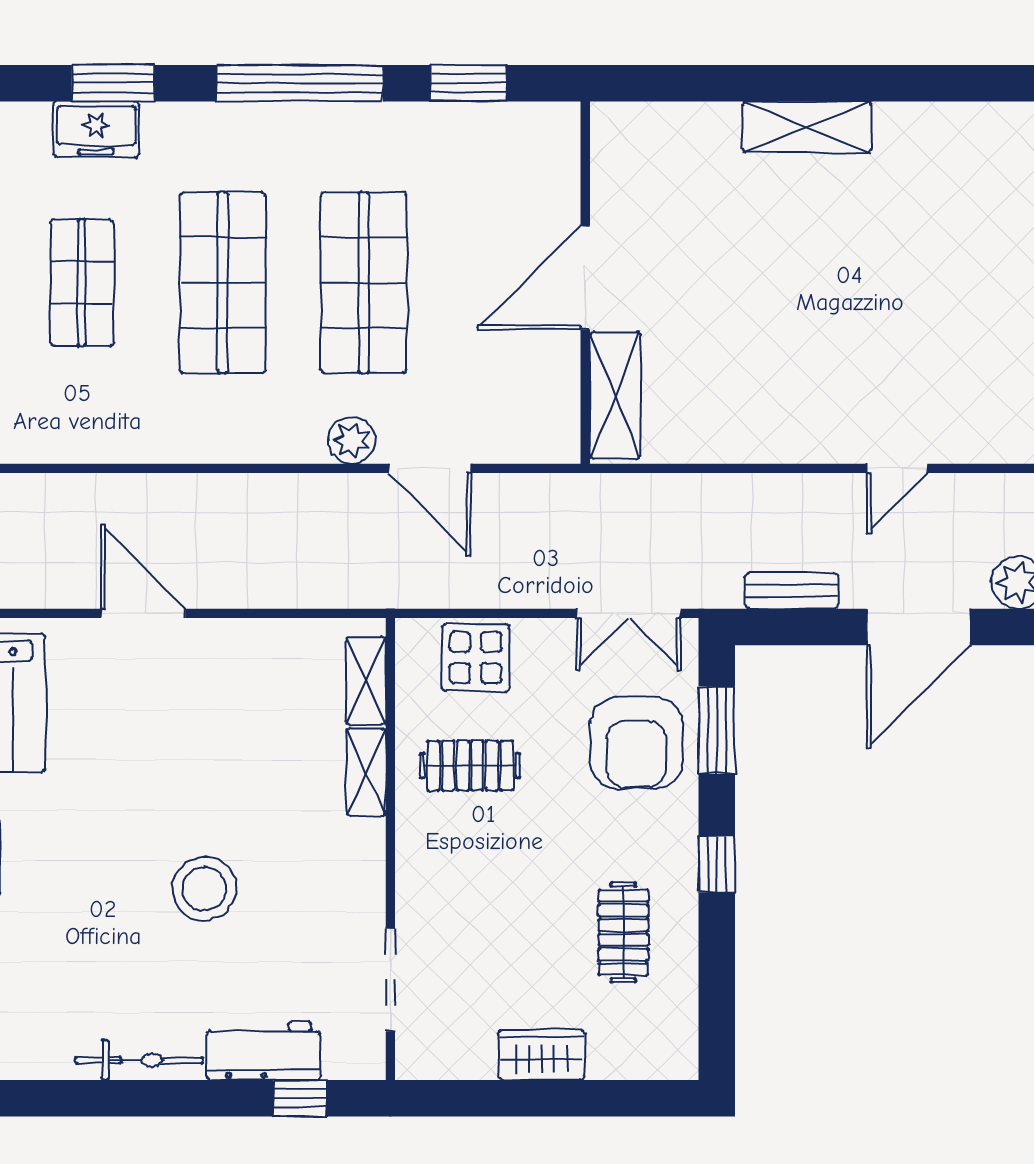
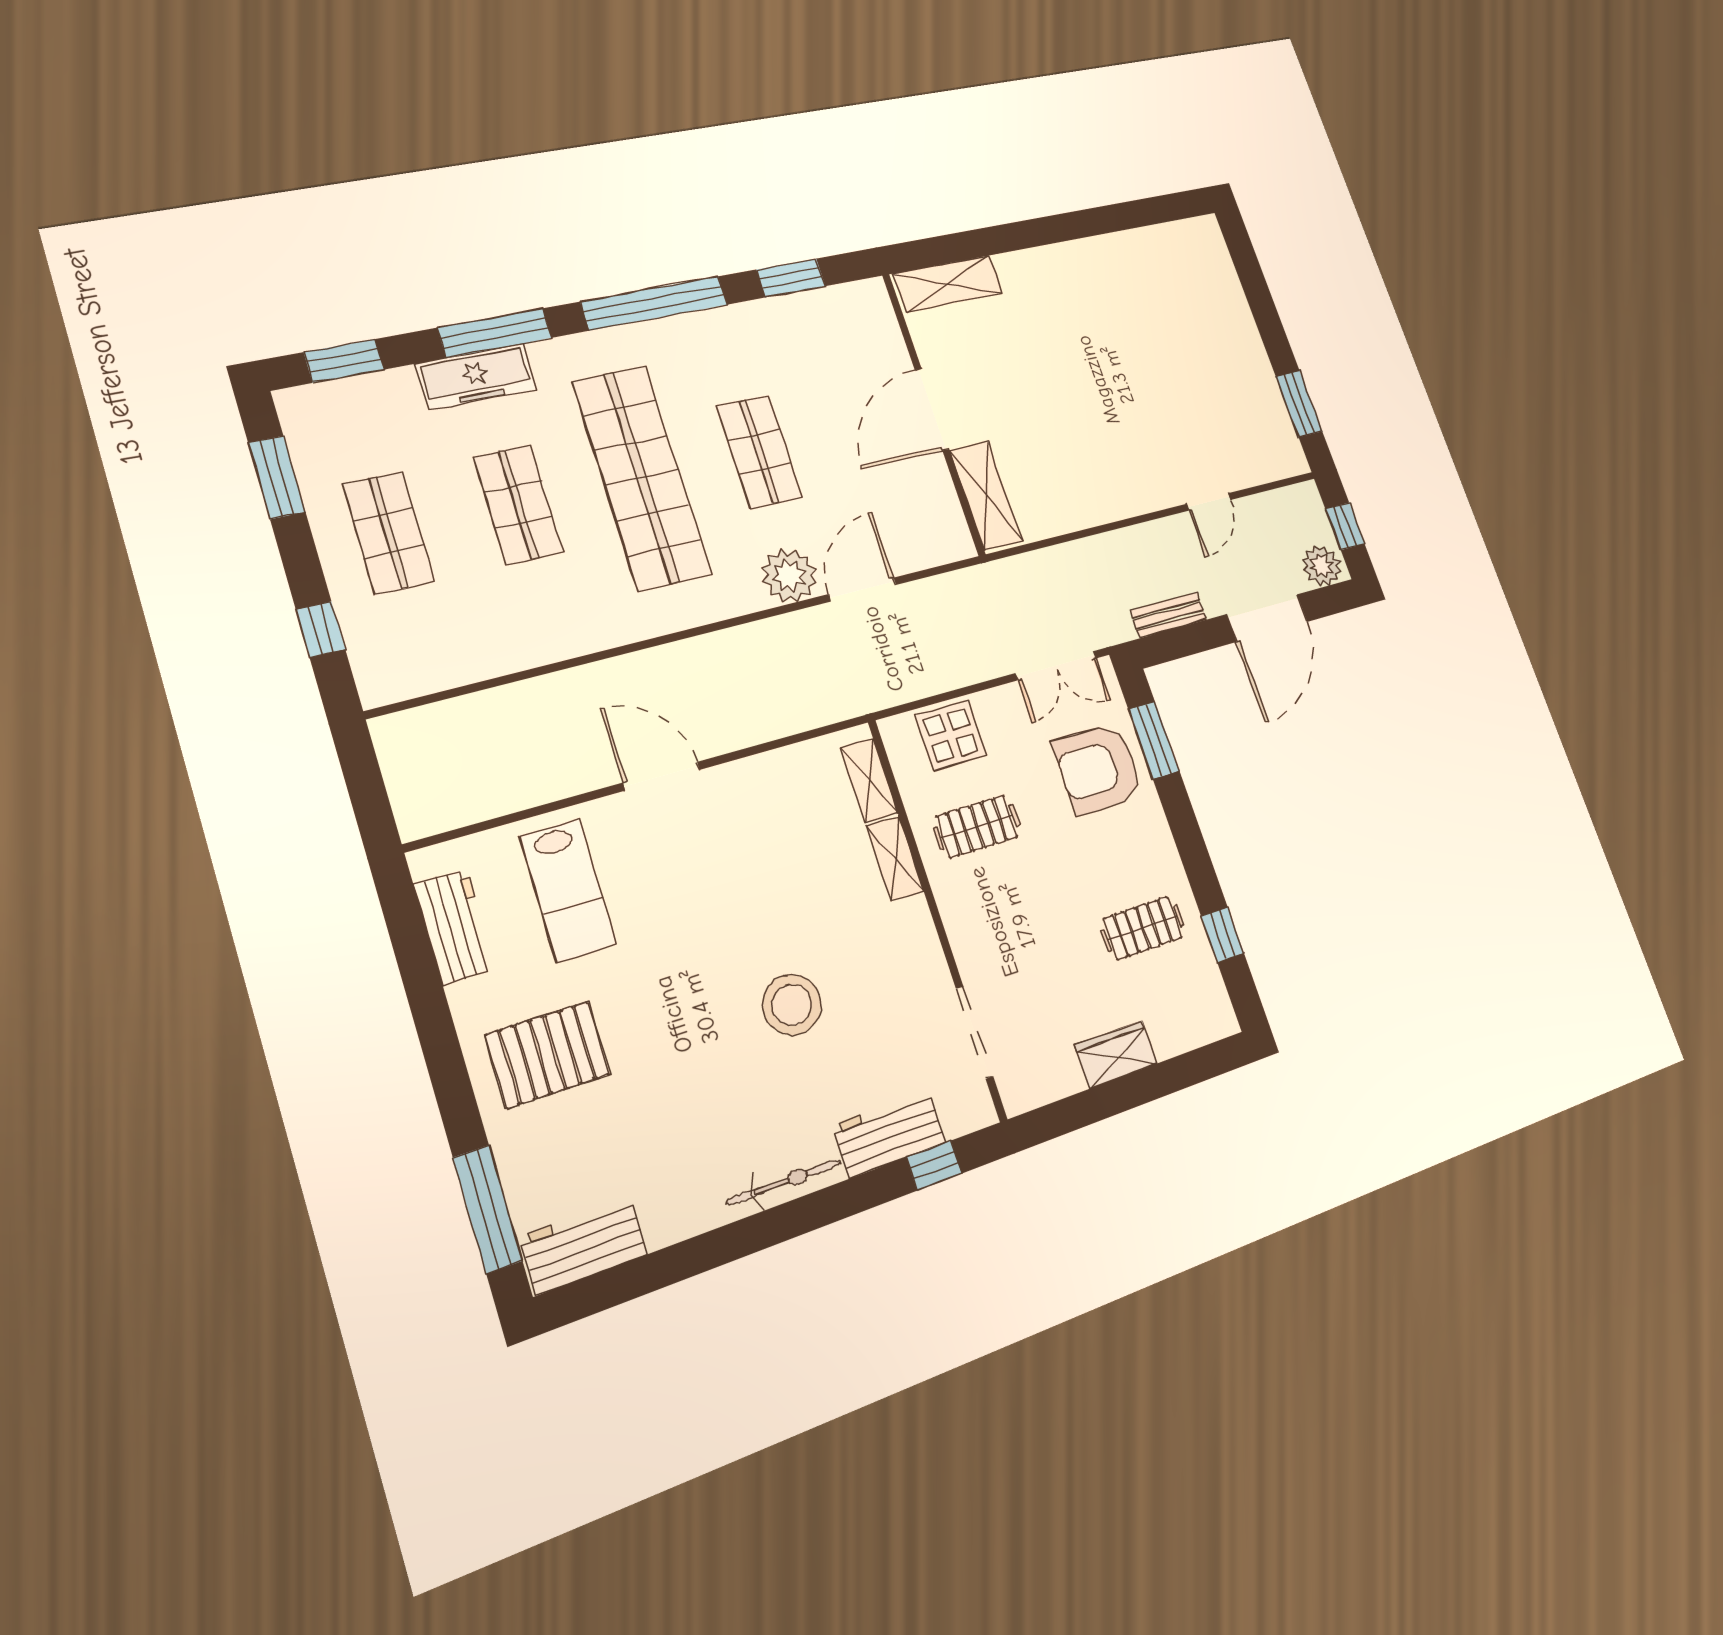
window: (113, 83) -> (495, 333), width x1.44
shelving: (807, 127) -> (948, 284), moved
freezer: (96, 129) -> (476, 377), width x1.40
shop shelf: (223, 283) -> (642, 478), width x1.40
shop shelf: (364, 283) -> (759, 452), width x0.70, depth x0.74
plant: (352, 440) -> (789, 575), width x1.36, depth x1.36
door: (430, 468) -> (862, 590), swing flipped
armchair: (636, 743) -> (1098, 768), turned 90
window: (717, 864) -> (1222, 935), moved
clothes rail: (623, 932) -> (1143, 928), turned 90

